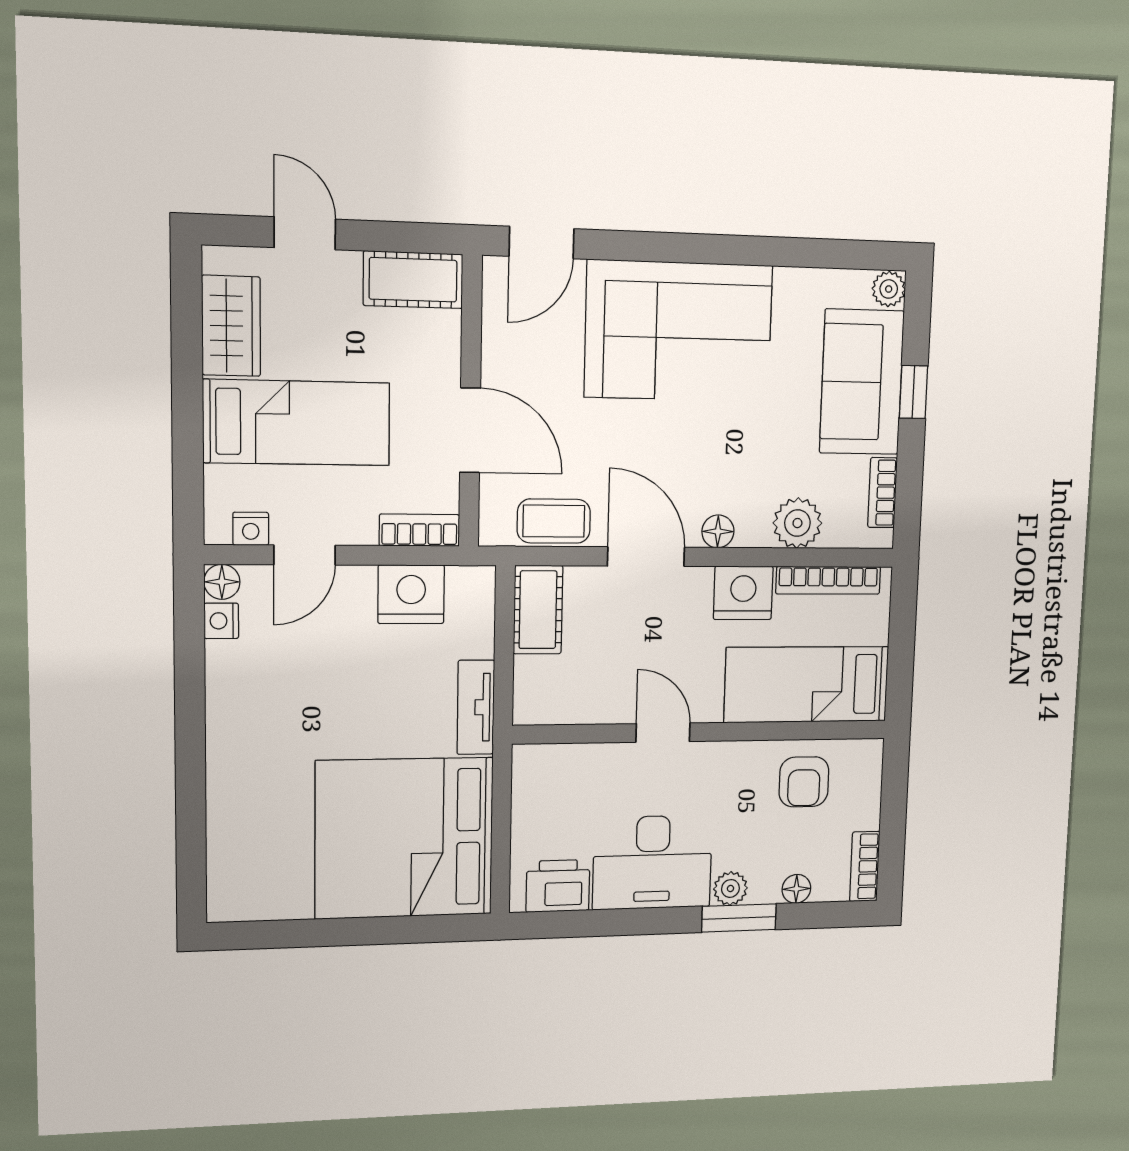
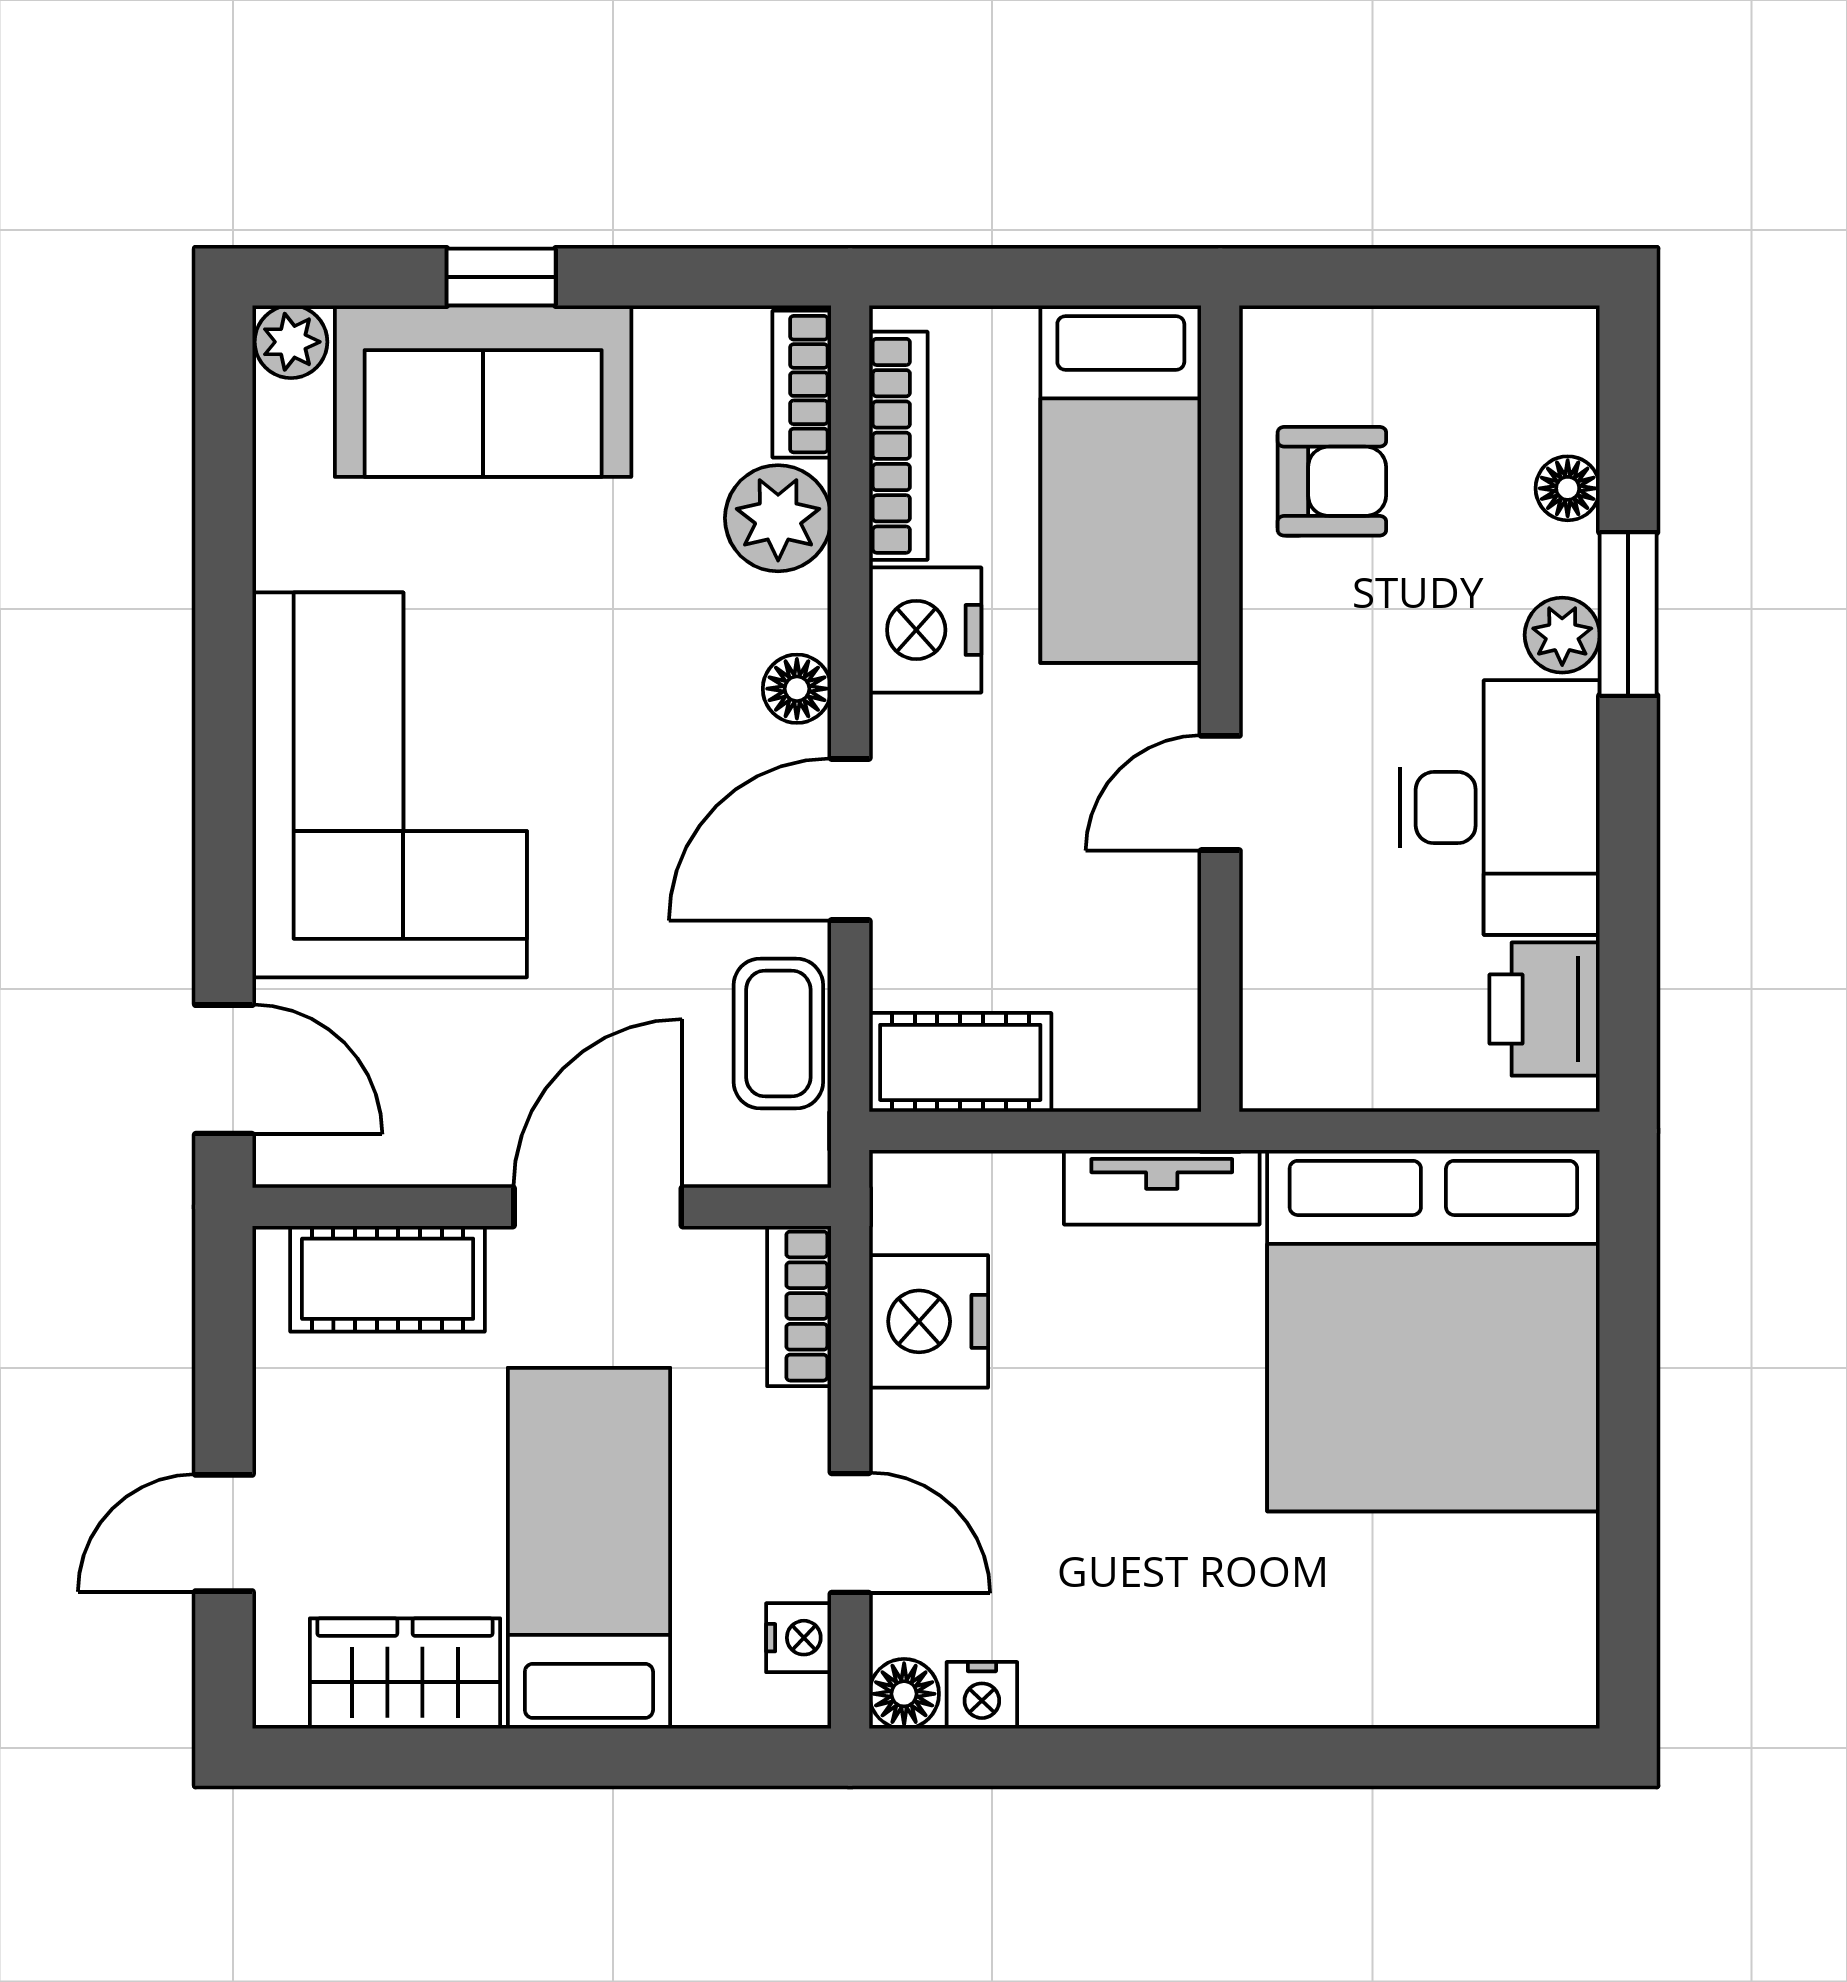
cot: (413, 280) -> (388, 1279), moved, turned 90
bookcase: (883, 493) -> (802, 384), moved, turned 90
bookcase: (865, 866) -> (1522, 336), removed

